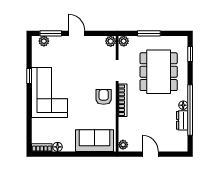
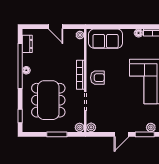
door: (77, 33) -> (122, 134), hinge flipped
armchair: (104, 97) -> (97, 78), turned -90
dresser: (182, 120) -> (27, 44), moved

